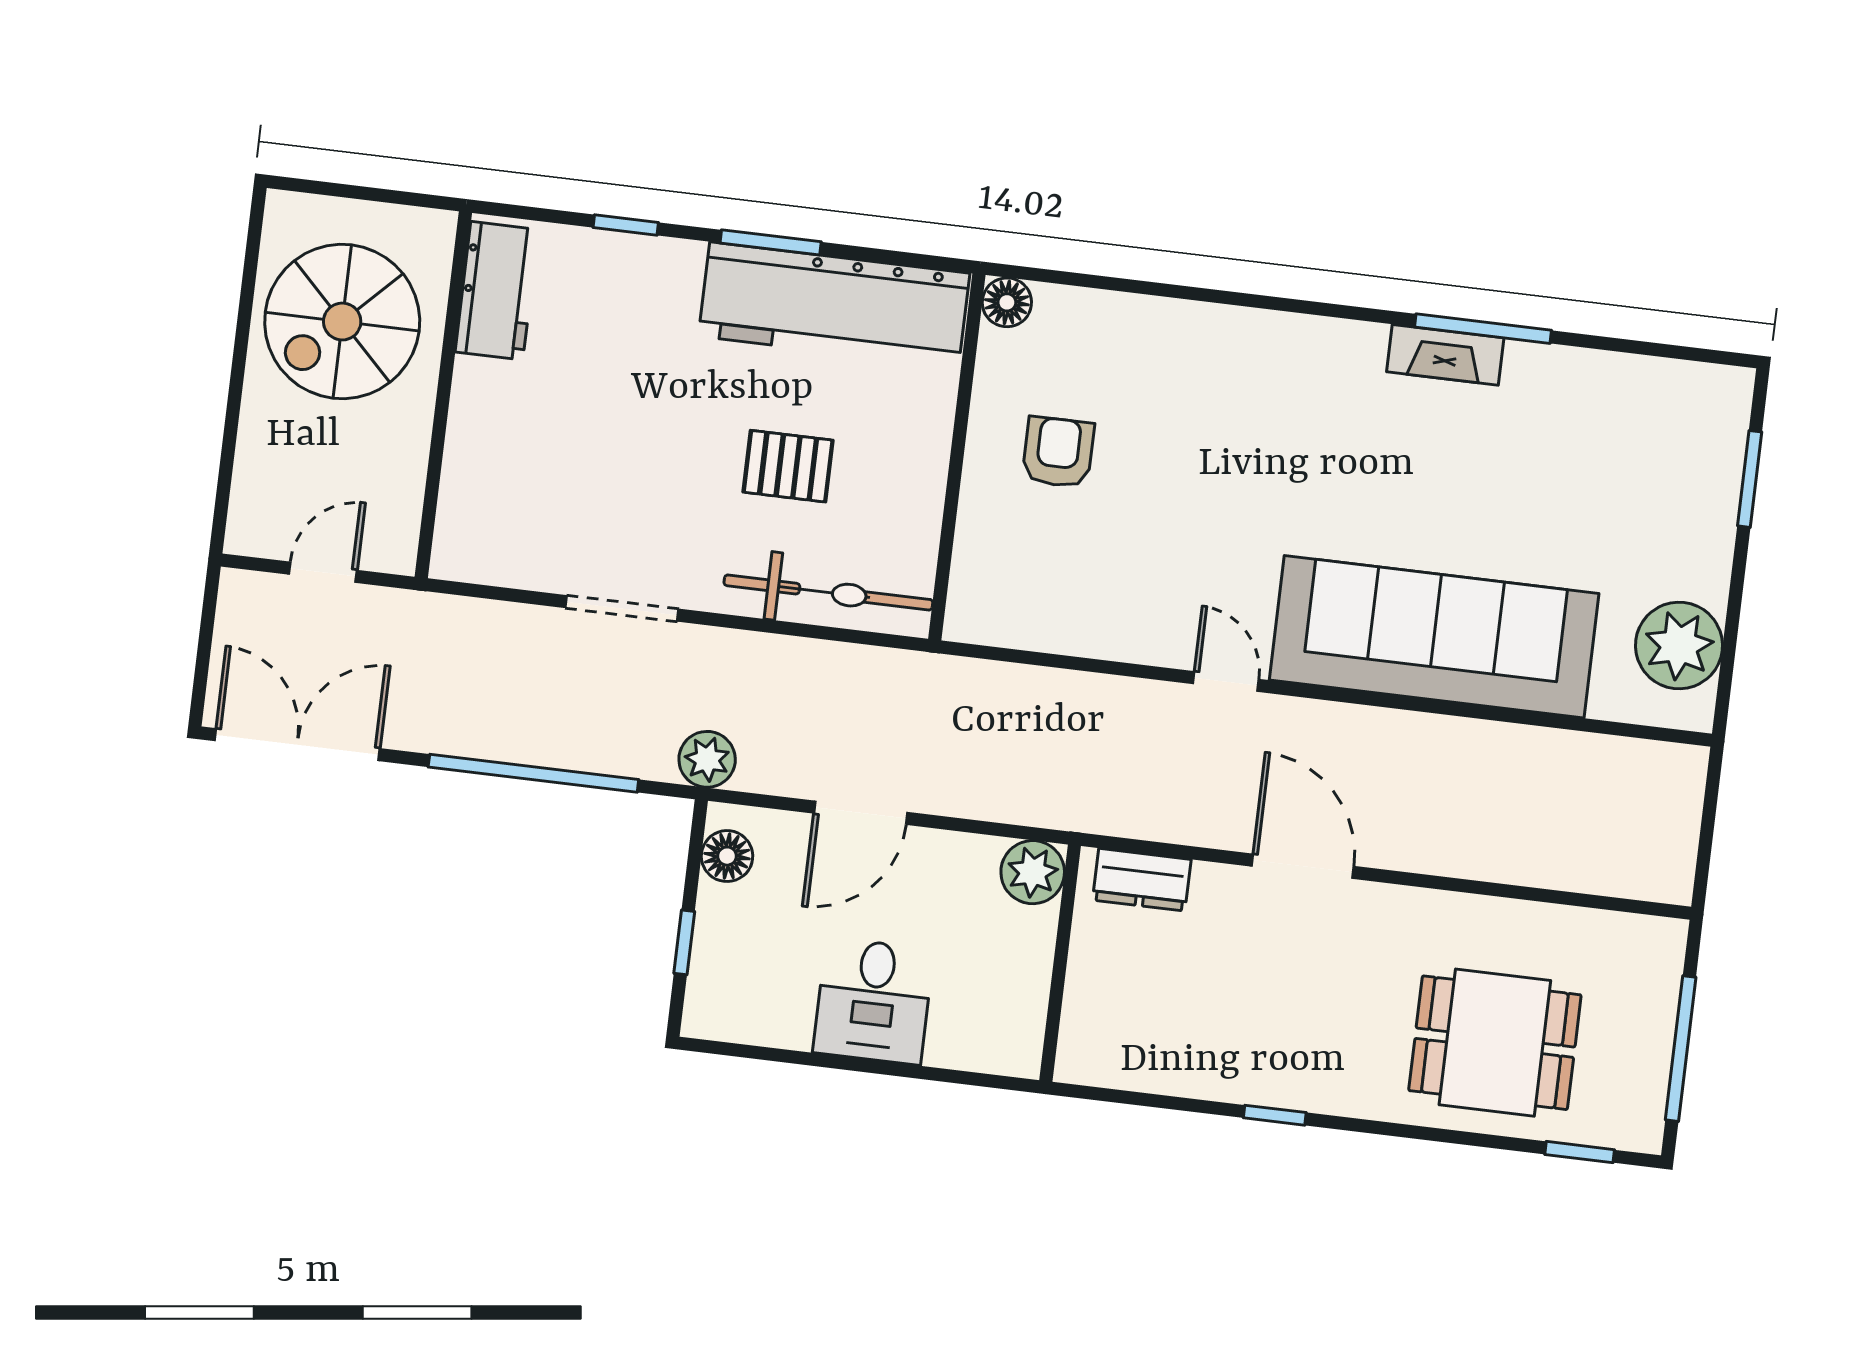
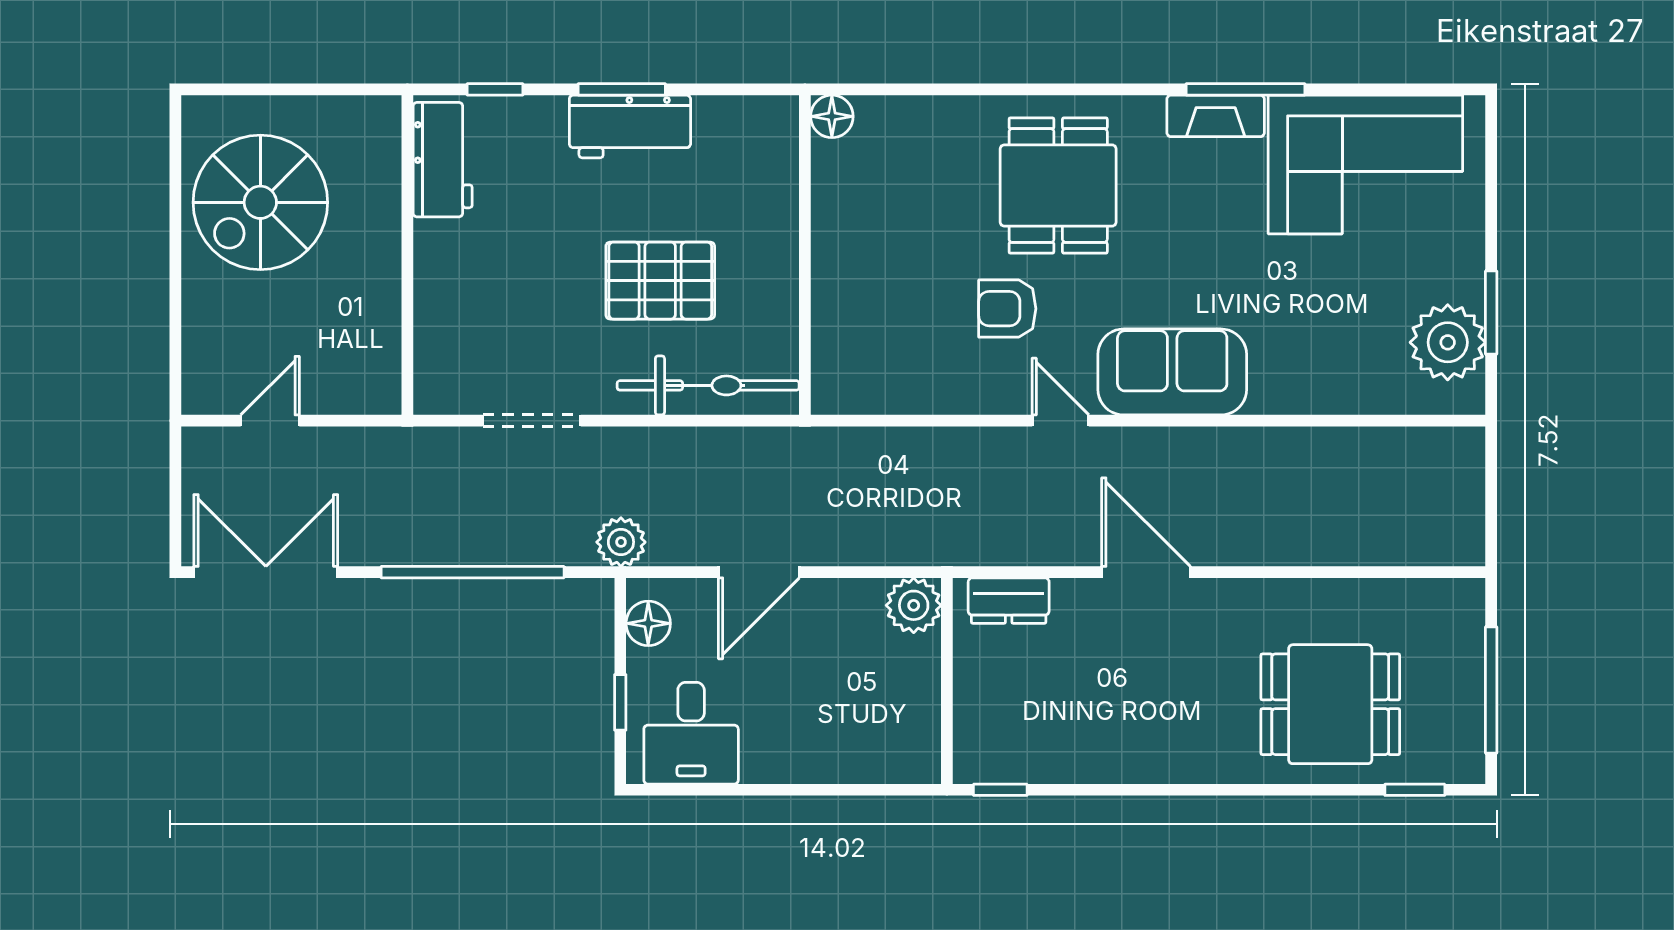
workbench: (497, 291) -> (443, 160), moved
workbench: (834, 305) -> (630, 126), width x0.53, depth x0.76
wall: (443, 395) -> (407, 255), moved
dining table: (1256, 413) -> (1058, 186), added
corner sofa: (1610, 431) -> (1365, 164), added
armchair: (1058, 452) -> (1007, 309), moved, turned -90
pallet: (788, 466) -> (660, 281), width x1.50, depth x1.42
window: (1750, 479) -> (1491, 313), moved
sofa: (1434, 637) -> (1172, 372), width x0.54, depth x0.79
desk: (873, 1001) -> (691, 733), moved
window: (1275, 1115) -> (1000, 790), moved

